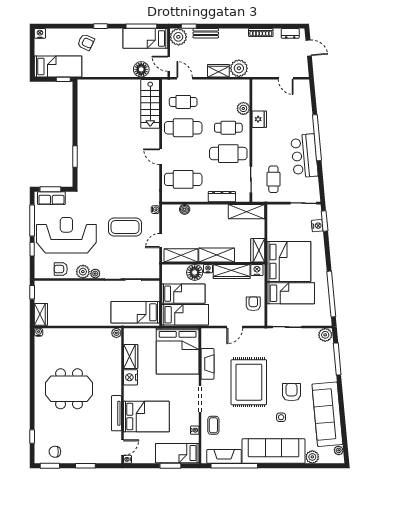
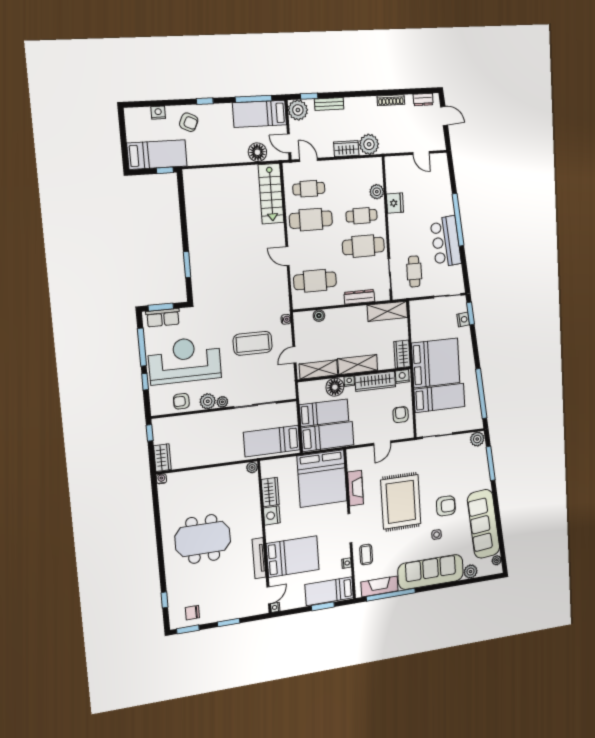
nightstand: (40, 33) -> (158, 113), moved
armchair: (291, 392) -> (446, 506), turned 90

